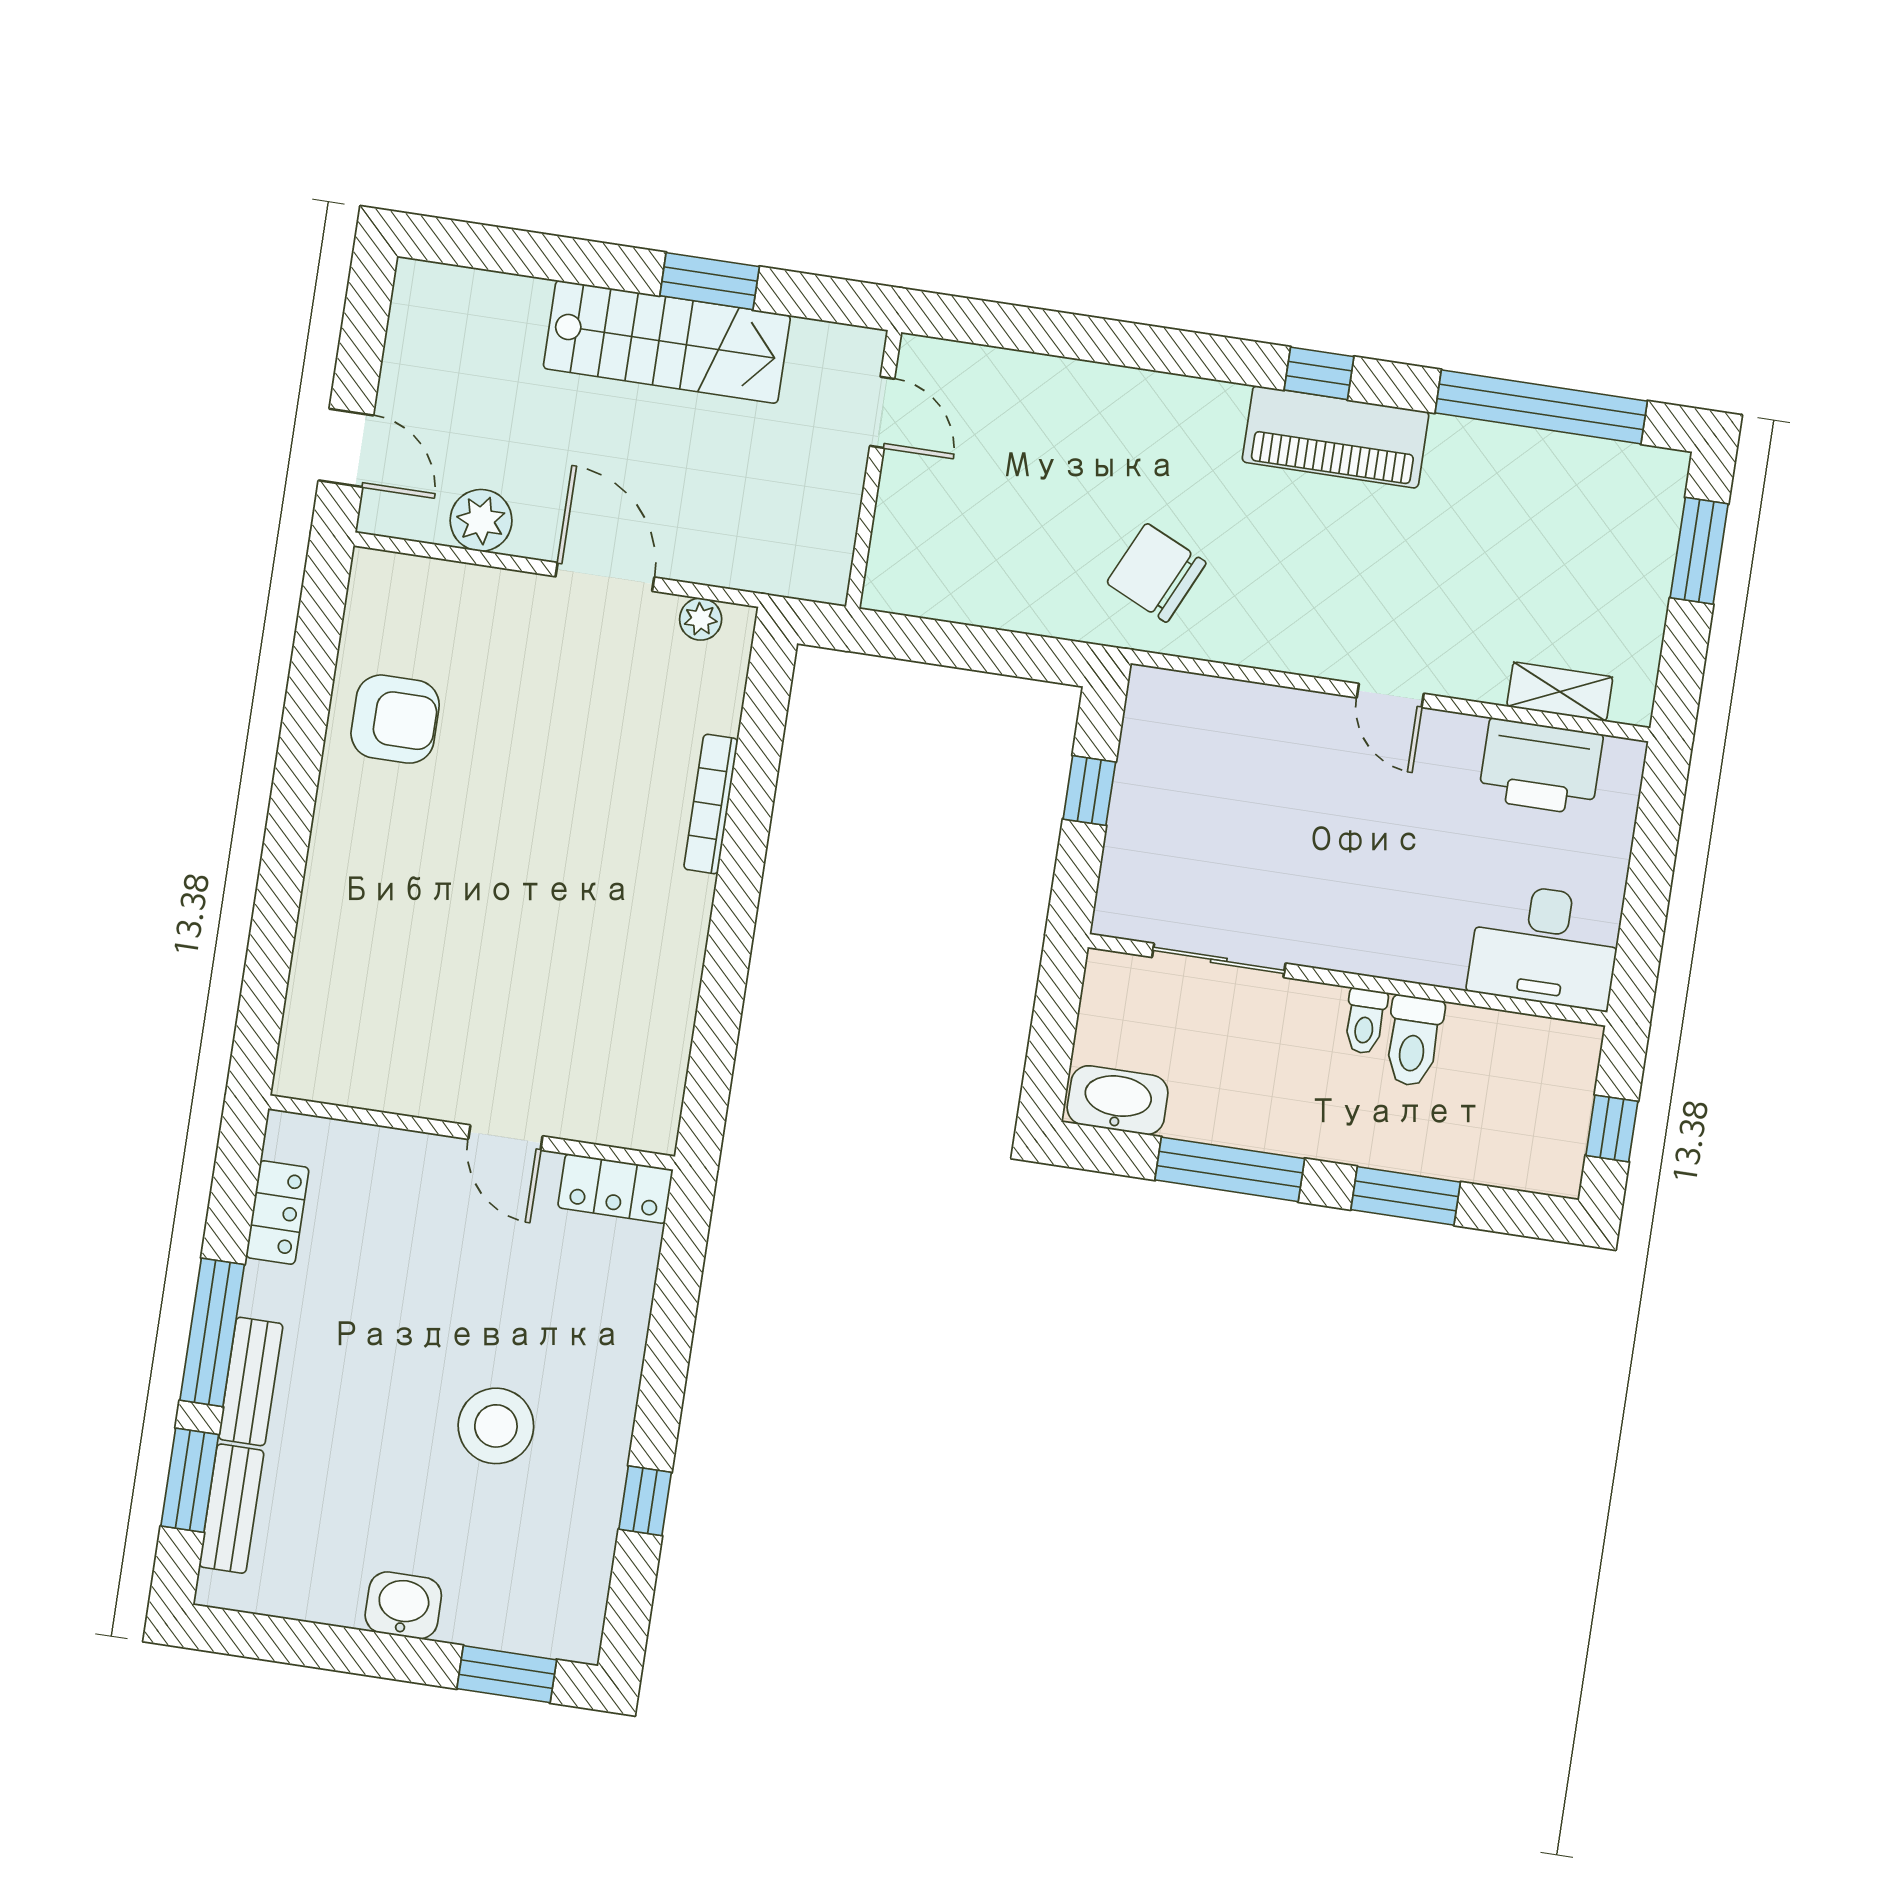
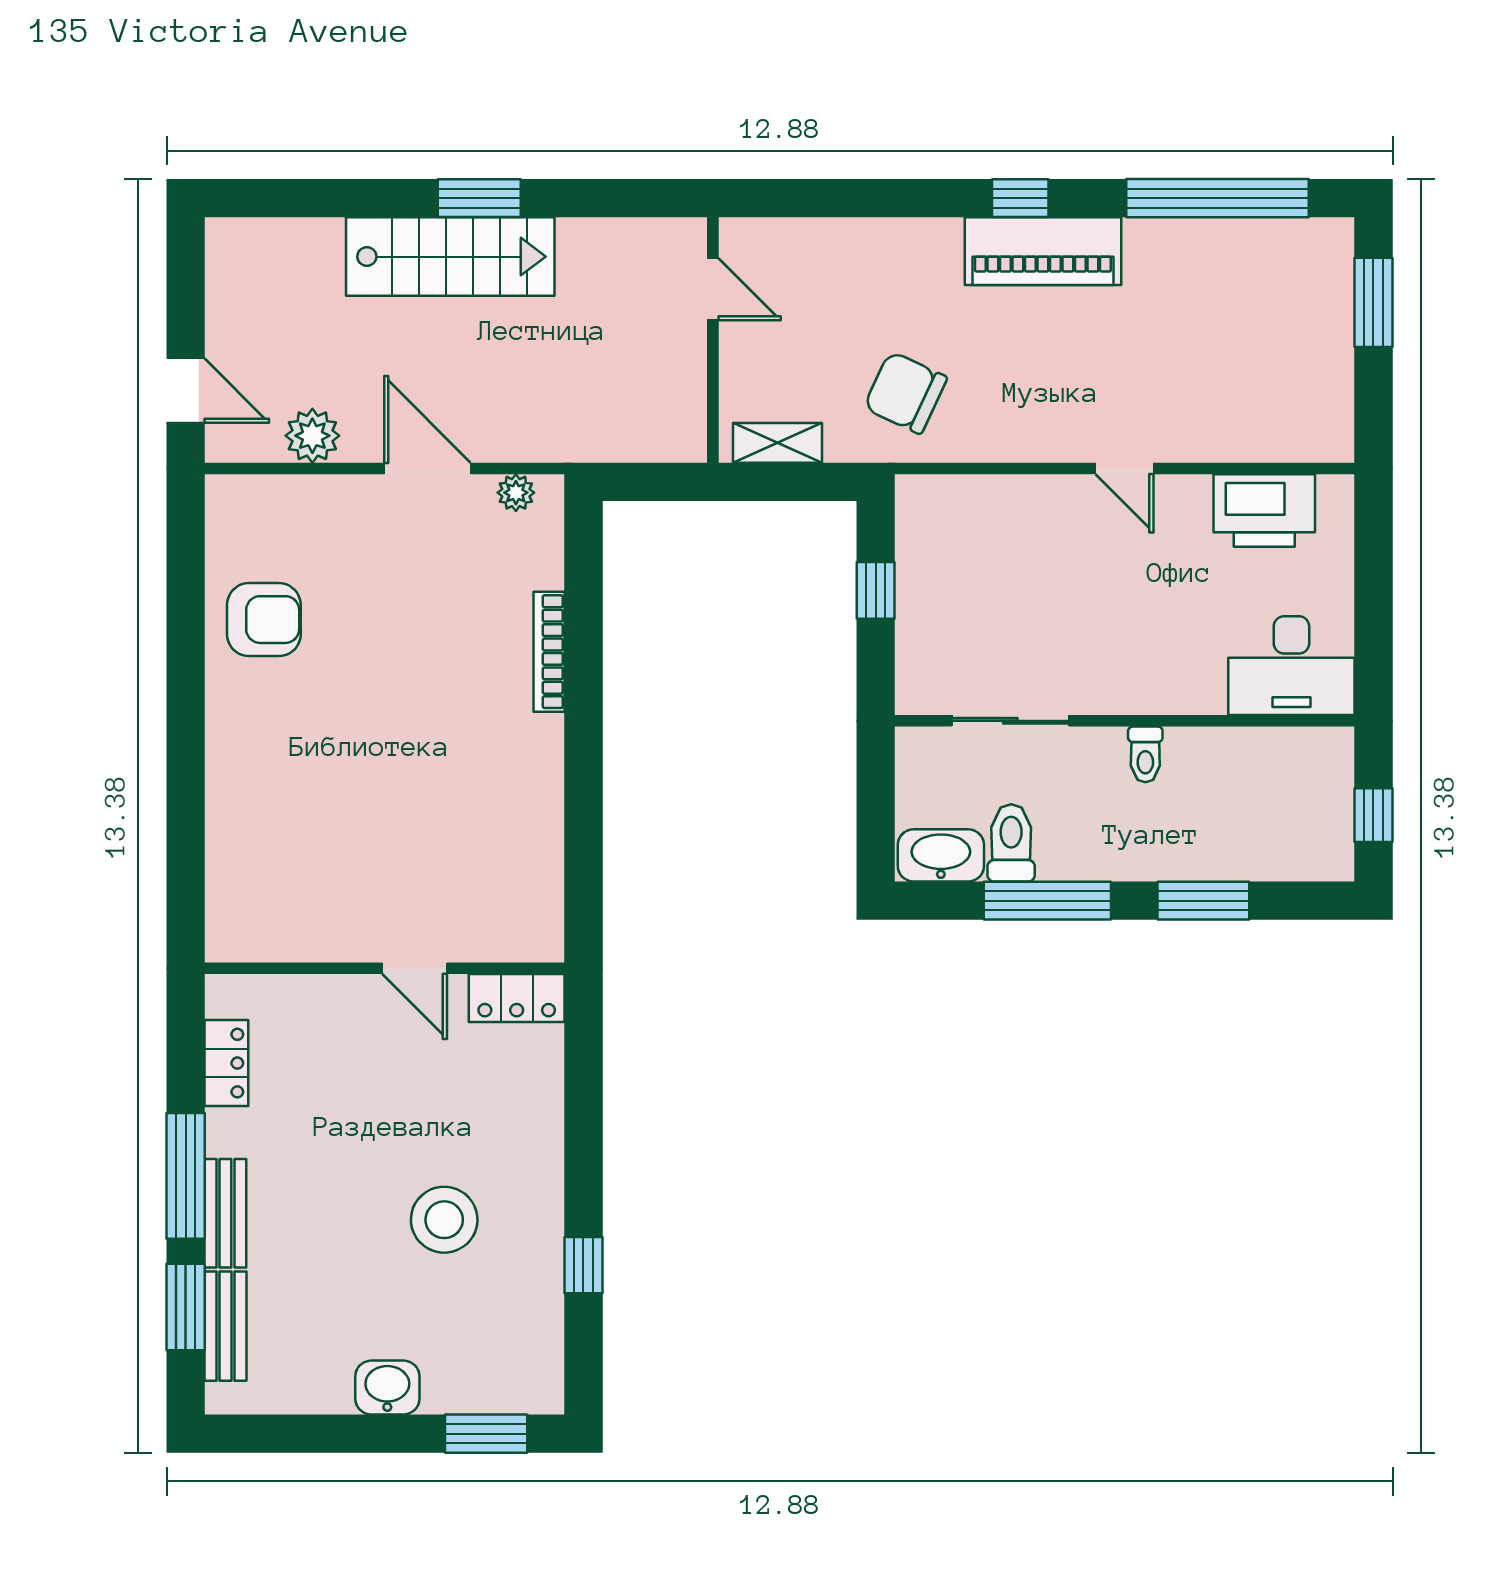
door: (882, 412) -> (713, 289), moved
wall: (874, 469) -> (713, 340), moved
shelving: (1560, 692) -> (778, 443), moved
toilet: (1413, 1041) -> (1011, 843), moved, turned 180

